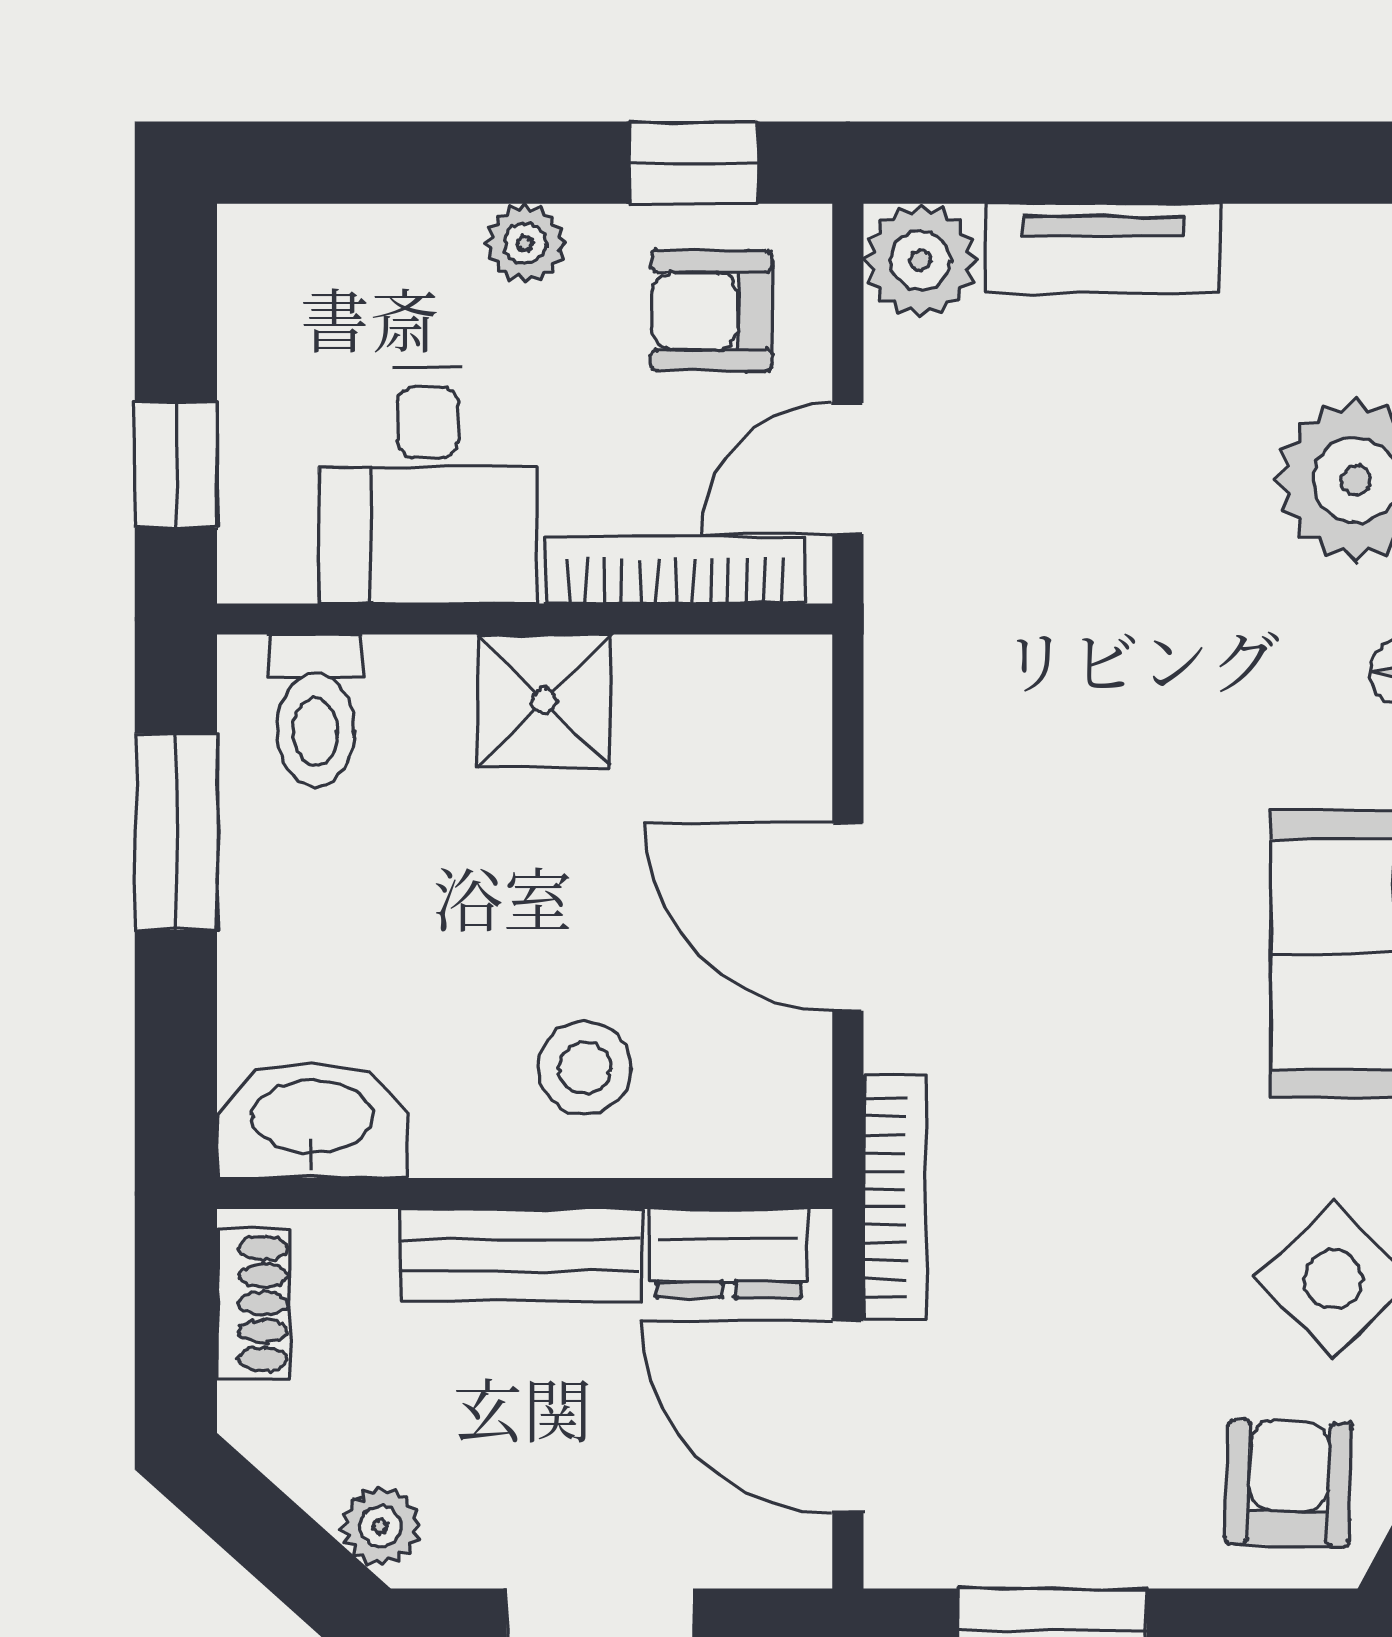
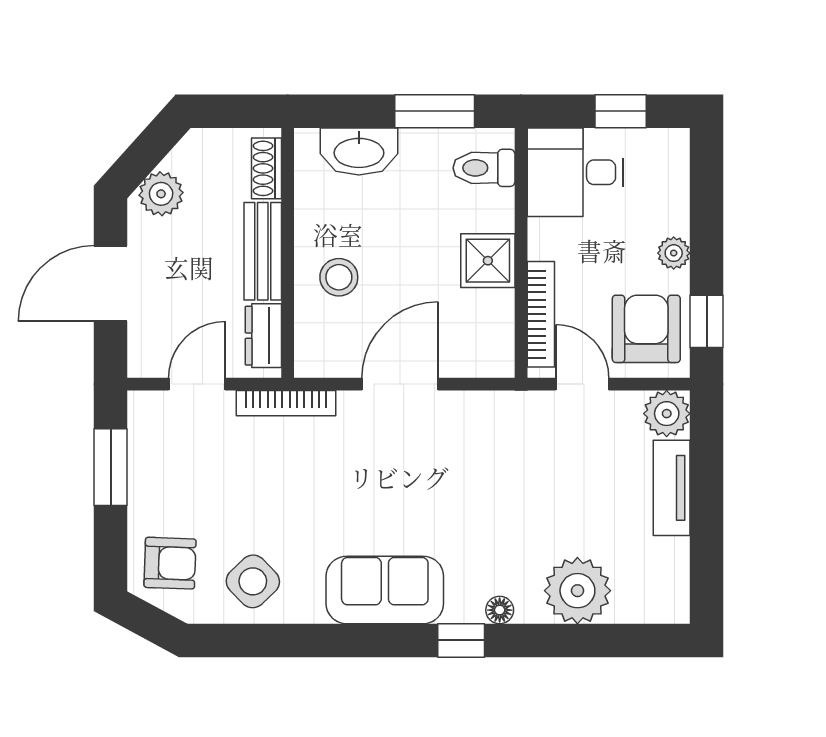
armchair: (712, 311) -> (646, 329), width x1.38, depth x1.38
window: (176, 465) -> (621, 111), moved
desk: (428, 486) -> (575, 172), moved
washbasin: (312, 1120) -> (359, 152), moved, turned 90
shoe rack: (254, 1303) -> (267, 168), moved, turned 90
door: (848, 1417) -> (197, 384), width x0.73
plant: (380, 1526) -> (161, 194), width x1.38, depth x1.38

